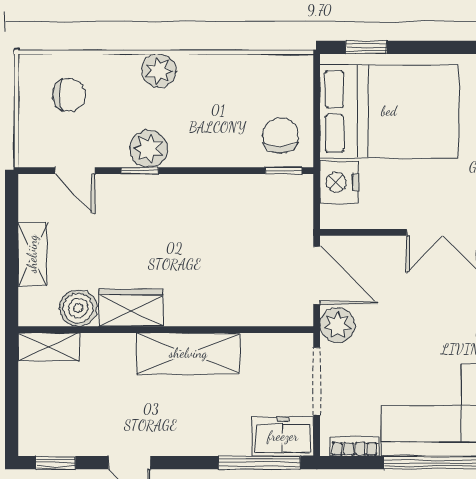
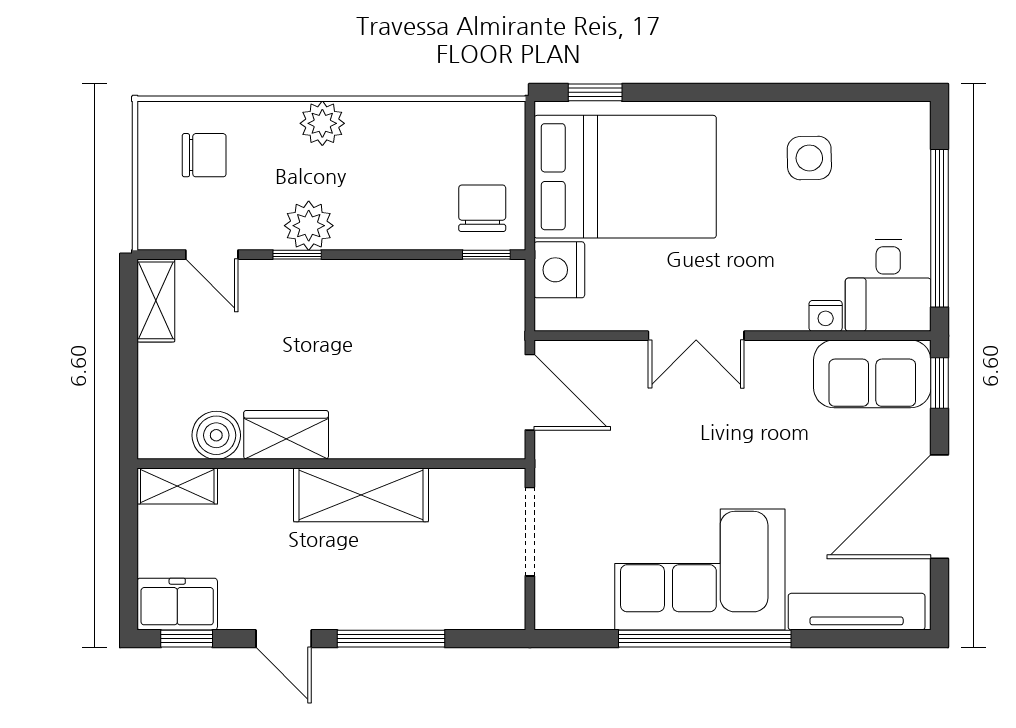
shelving: (32, 254) -> (156, 300), moved
plant: (337, 325) -> (557, 458), removed
freezer: (283, 436) -> (177, 604), moved
bookcase: (355, 447) -> (580, 617), removed
window: (259, 463) -> (391, 639), moved

